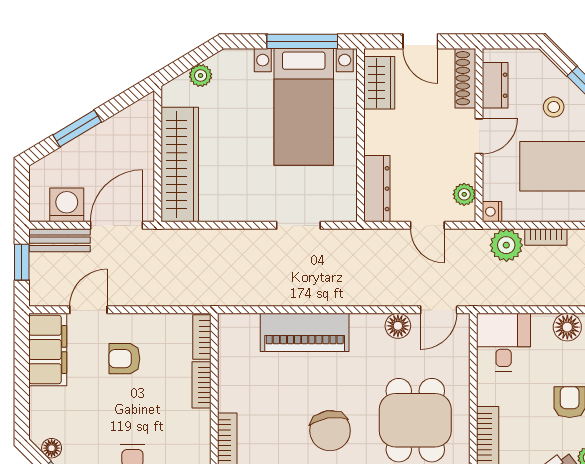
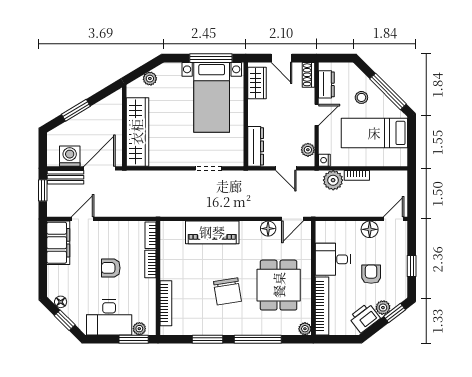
shoe rack: (465, 78) -> (309, 75), width x0.70
desk: (504, 342) -> (333, 259), moved, turned -90
armchair: (124, 359) -> (111, 268), moved

